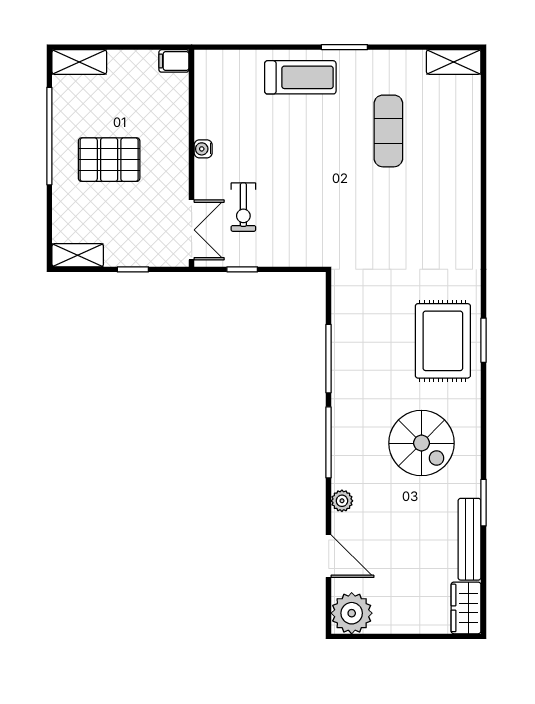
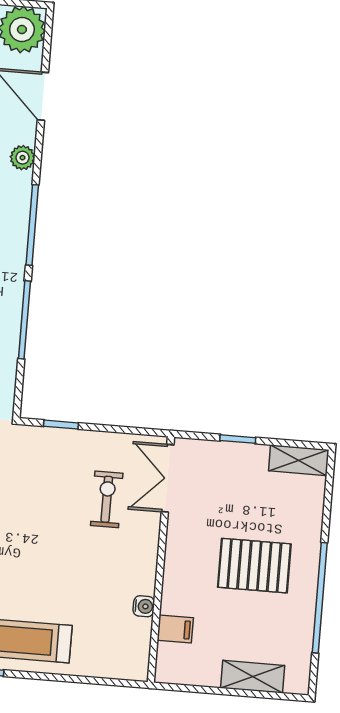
filing cabinet: (174, 61) -> (175, 629), moved
shelving: (79, 62) -> (253, 677), moved
water cooler: (203, 149) -> (144, 606), moved
window: (242, 269) -> (61, 425), moved

